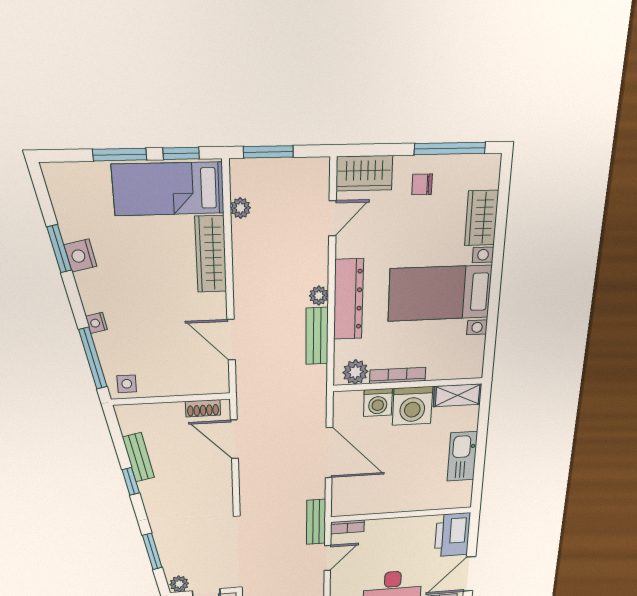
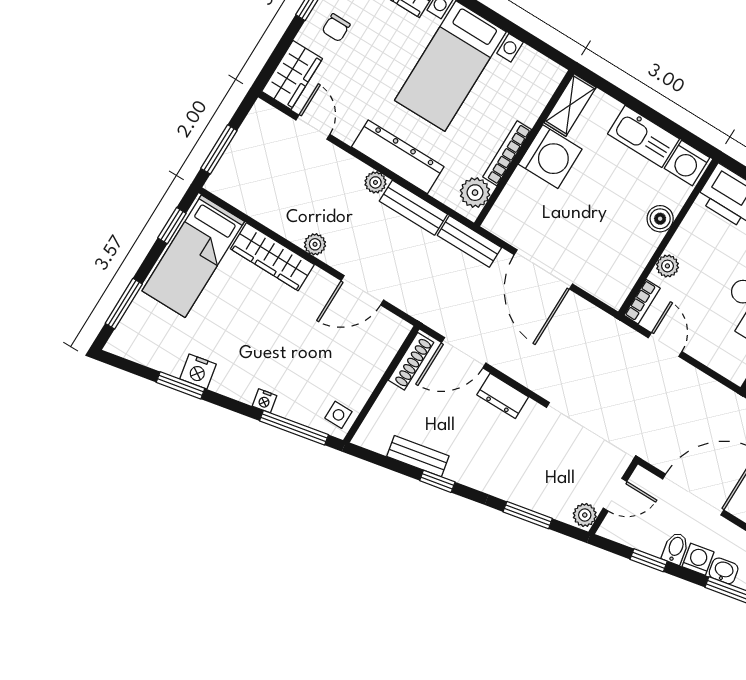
window: (120, 155) -> (124, 304), moved
plant: (240, 208) -> (315, 244), moved
washing machine: (378, 403) -> (687, 163), moved, turned 90
shoe rack: (203, 408) -> (411, 361), width x1.43
door: (329, 453) -> (543, 269), swing flipped
dresser: (222, 484) -> (503, 396), added
boiler: (411, 502) -> (660, 219), added
bench: (316, 522) -> (469, 241), moved
plant: (382, 526) -> (667, 266), added

